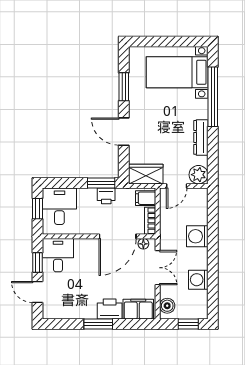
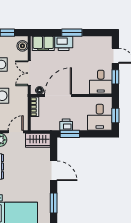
filing cabinet: (146, 198) -> (38, 123), removed

